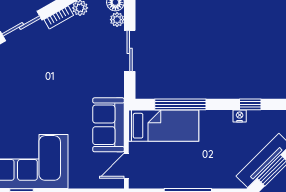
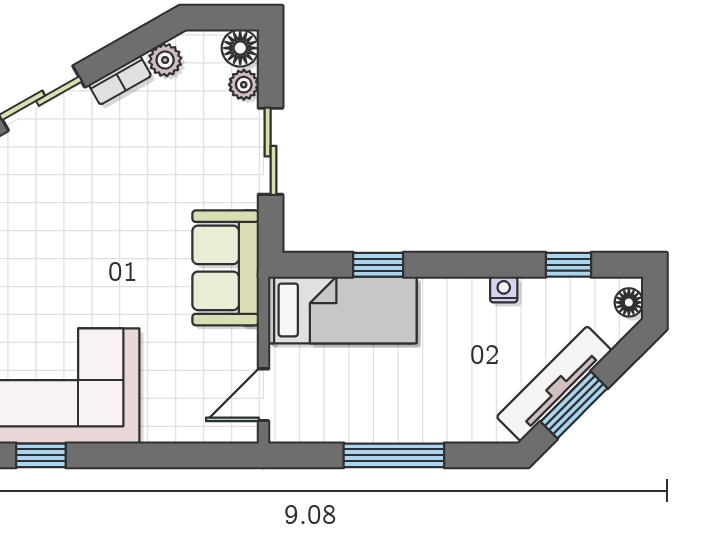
window: (180, 104) -> (378, 265), width x0.46
window: (250, 104) -> (569, 265), moved
sofa: (109, 125) -> (226, 268), moved

